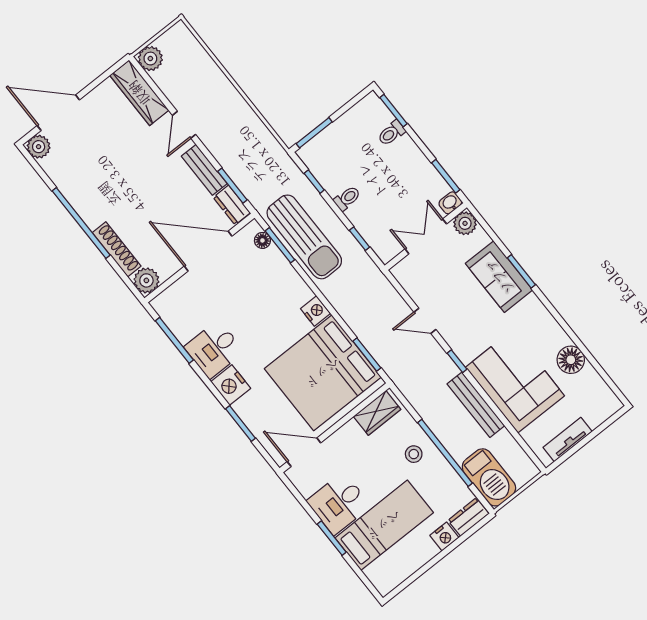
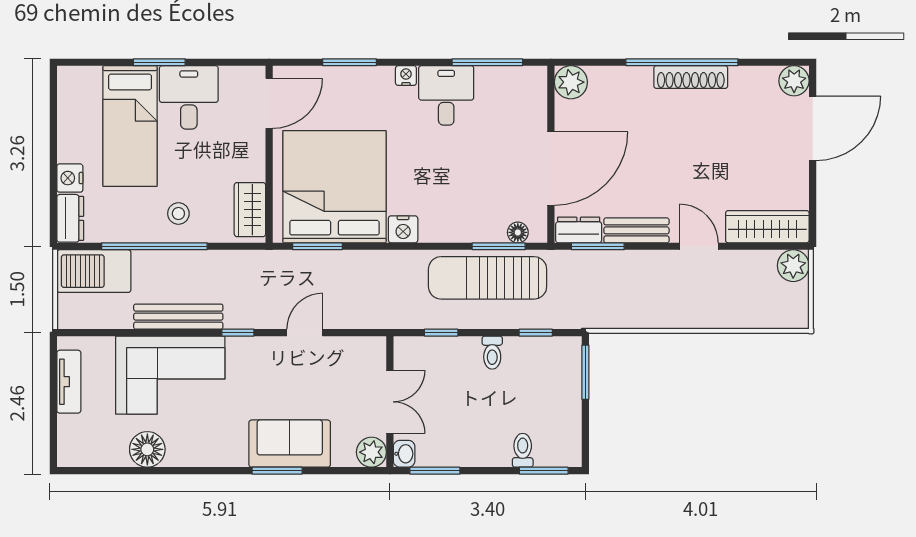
shoe rack: (117, 249) -> (691, 77), moved
nightstand: (231, 385) -> (406, 76), width x0.53, depth x0.56

